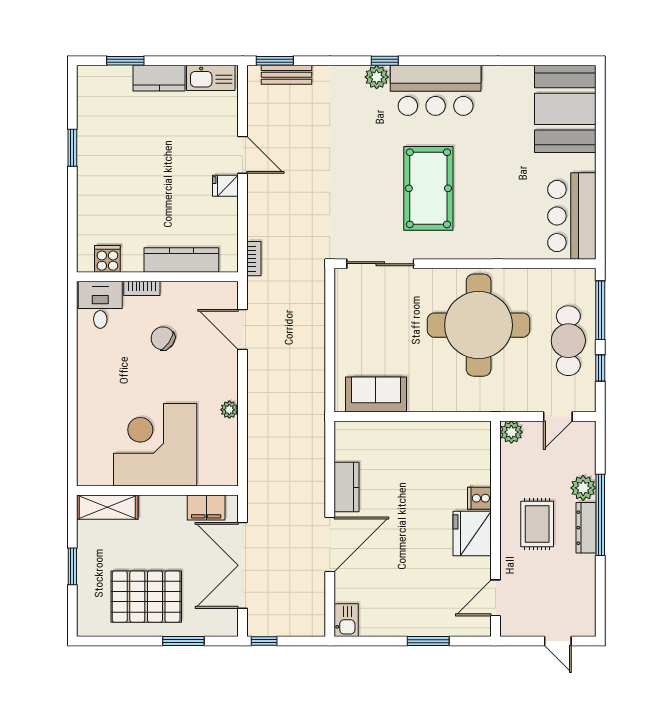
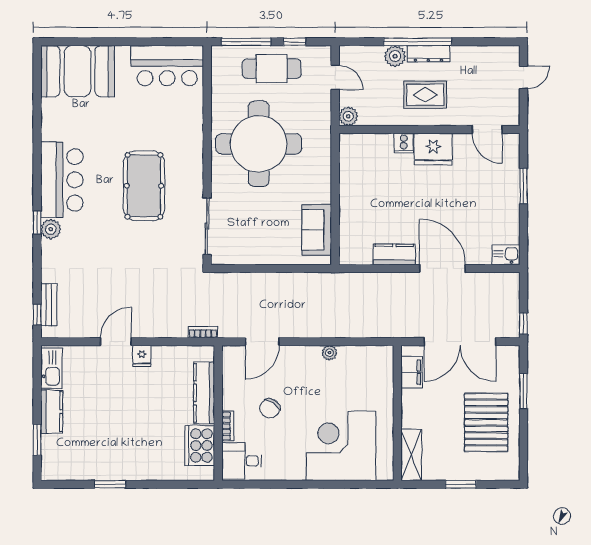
window: (275, 61) -> (37, 315), width x0.67
pool table: (428, 188) -> (144, 186), turned 90
cooker: (107, 259) -> (200, 446), width x1.87, depth x1.31
corner desk: (155, 445) -> (341, 446), moved, turned 90

